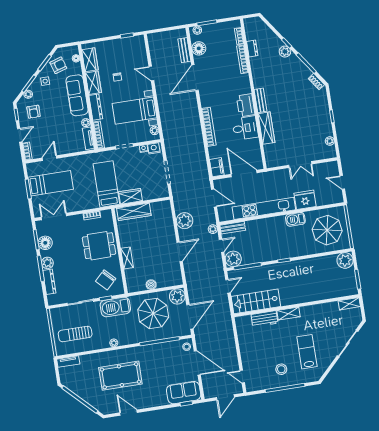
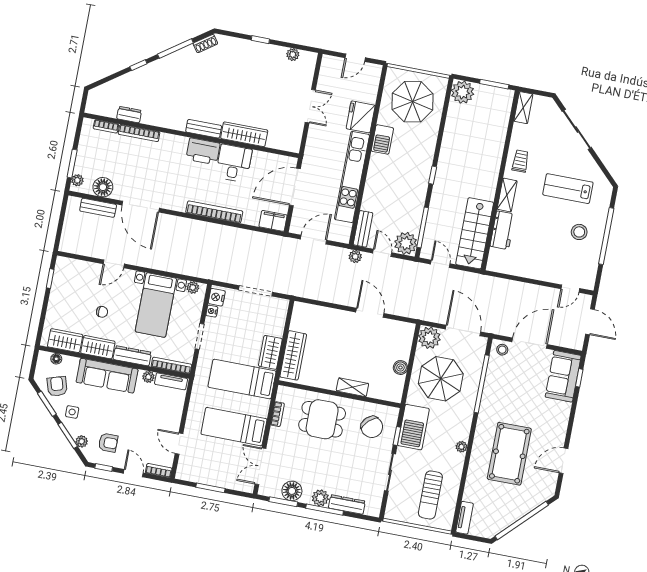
plant: (285, 52) -> (149, 72), removed
bed: (51, 183) -> (234, 427), moved, turned -90
plant: (185, 221) -> (330, 291), removed
dining table: (99, 246) -> (322, 419), turned 90
trolley: (314, 314) -> (520, 161), added

